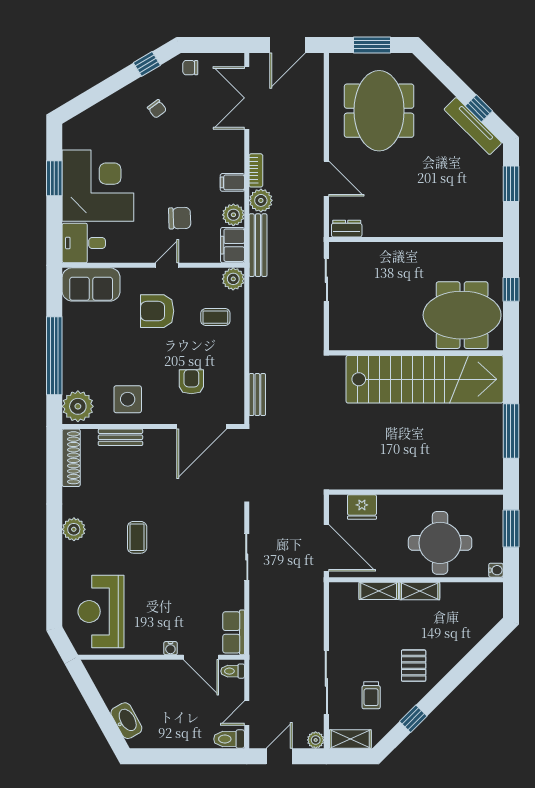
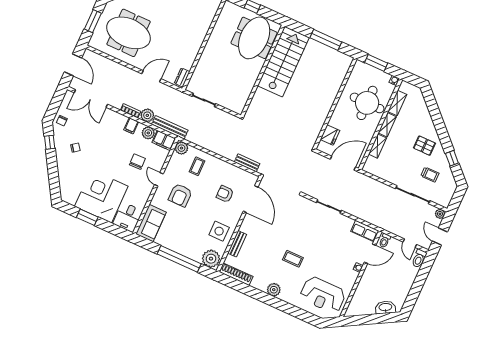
stairs: (425, 379) -> (283, 62), width x0.73
shelving: (350, 739) -> (397, 103), moved

